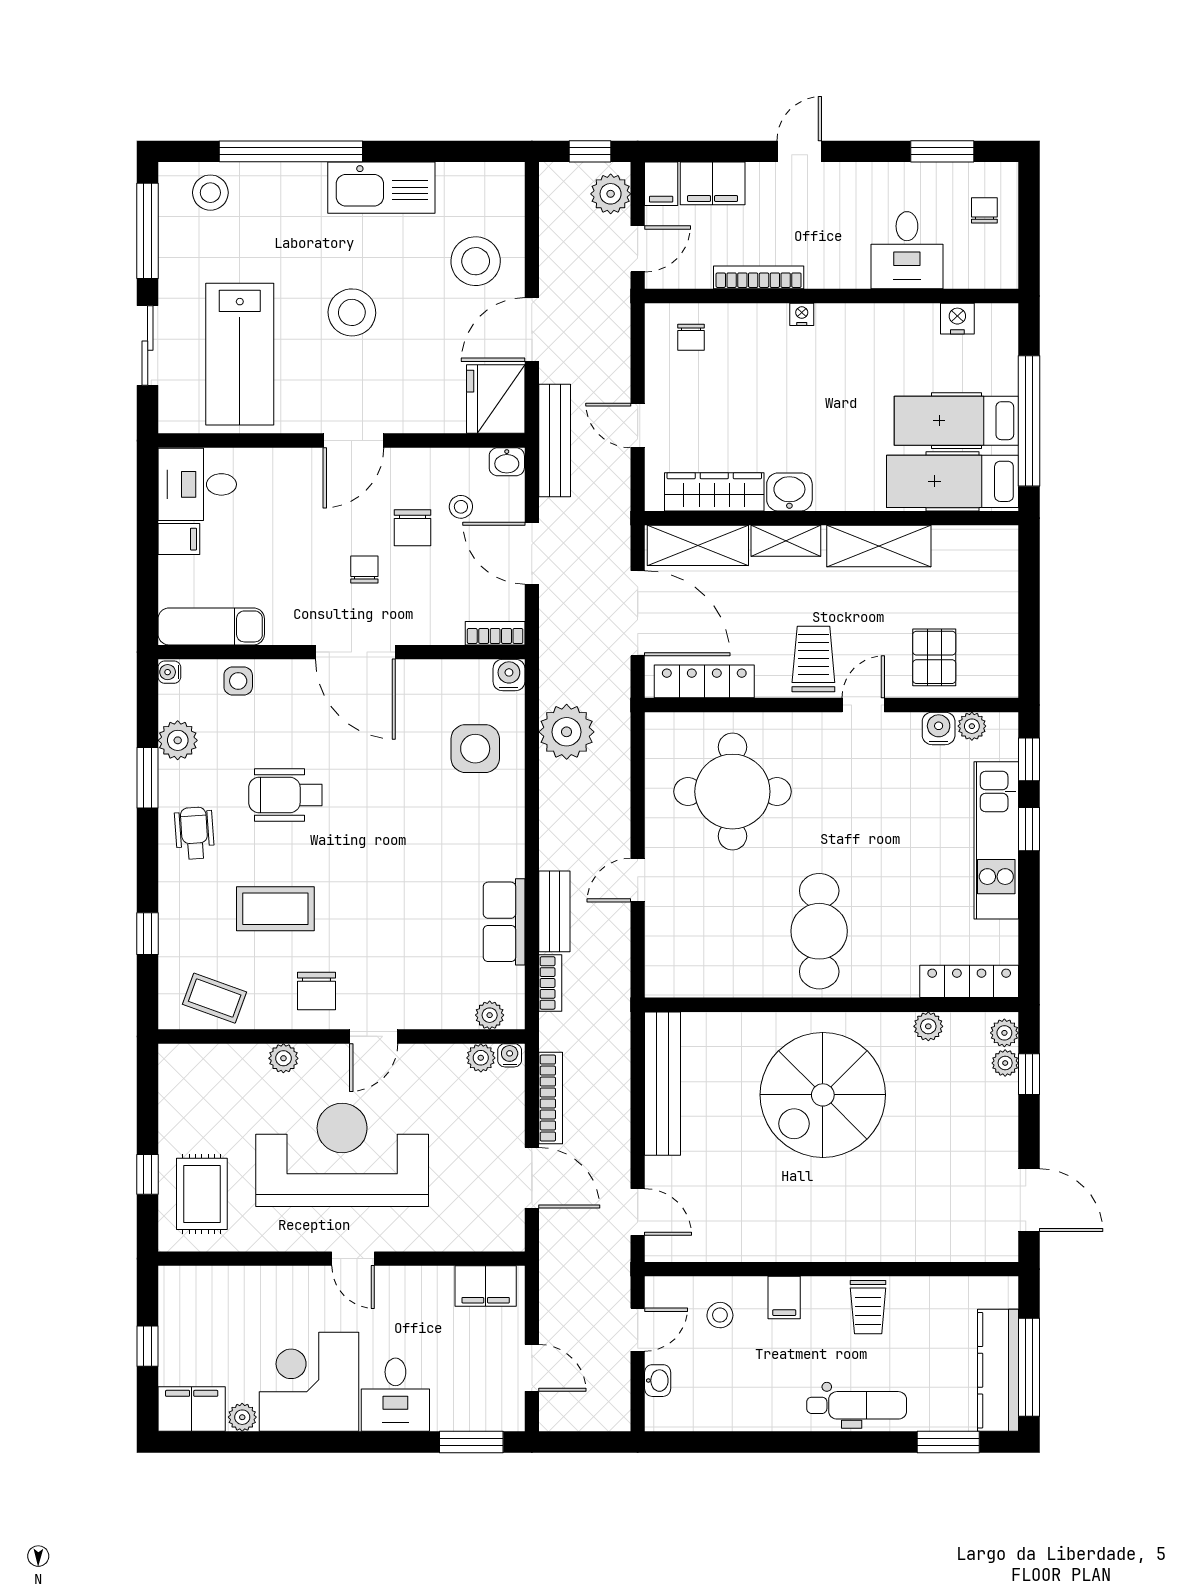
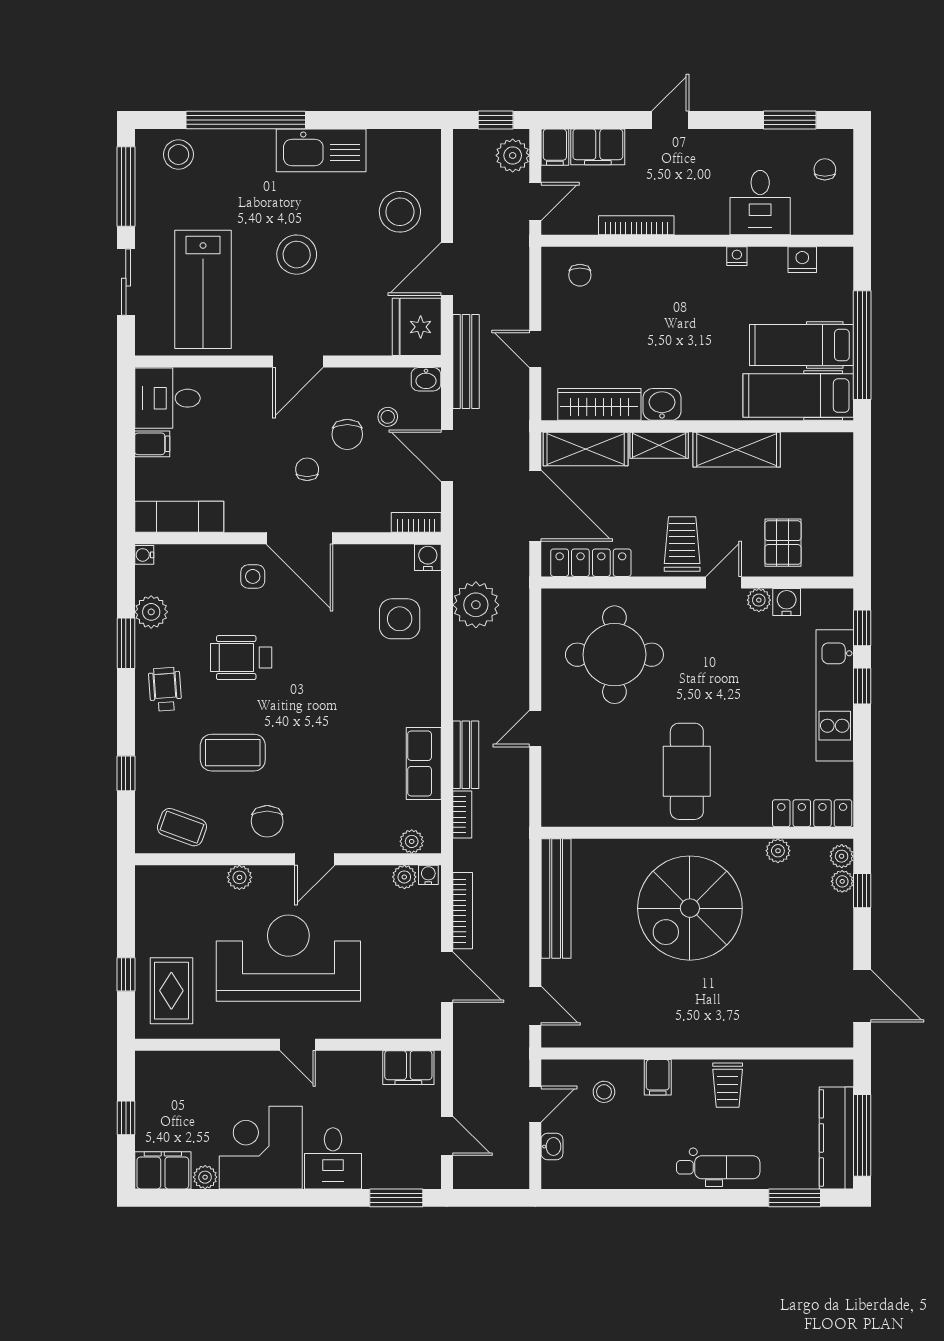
nightstand: (802, 314) -> (737, 256), moved
side table: (238, 681) -> (253, 576), moved
plant: (972, 726) -> (759, 600), moved

